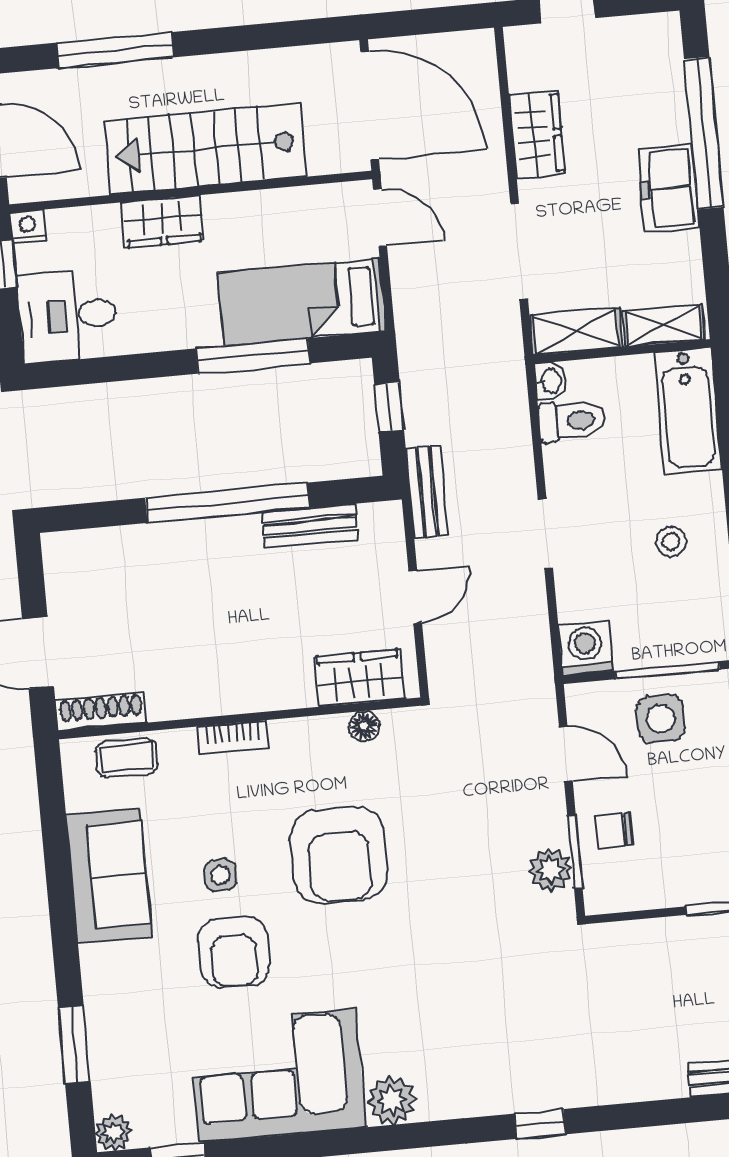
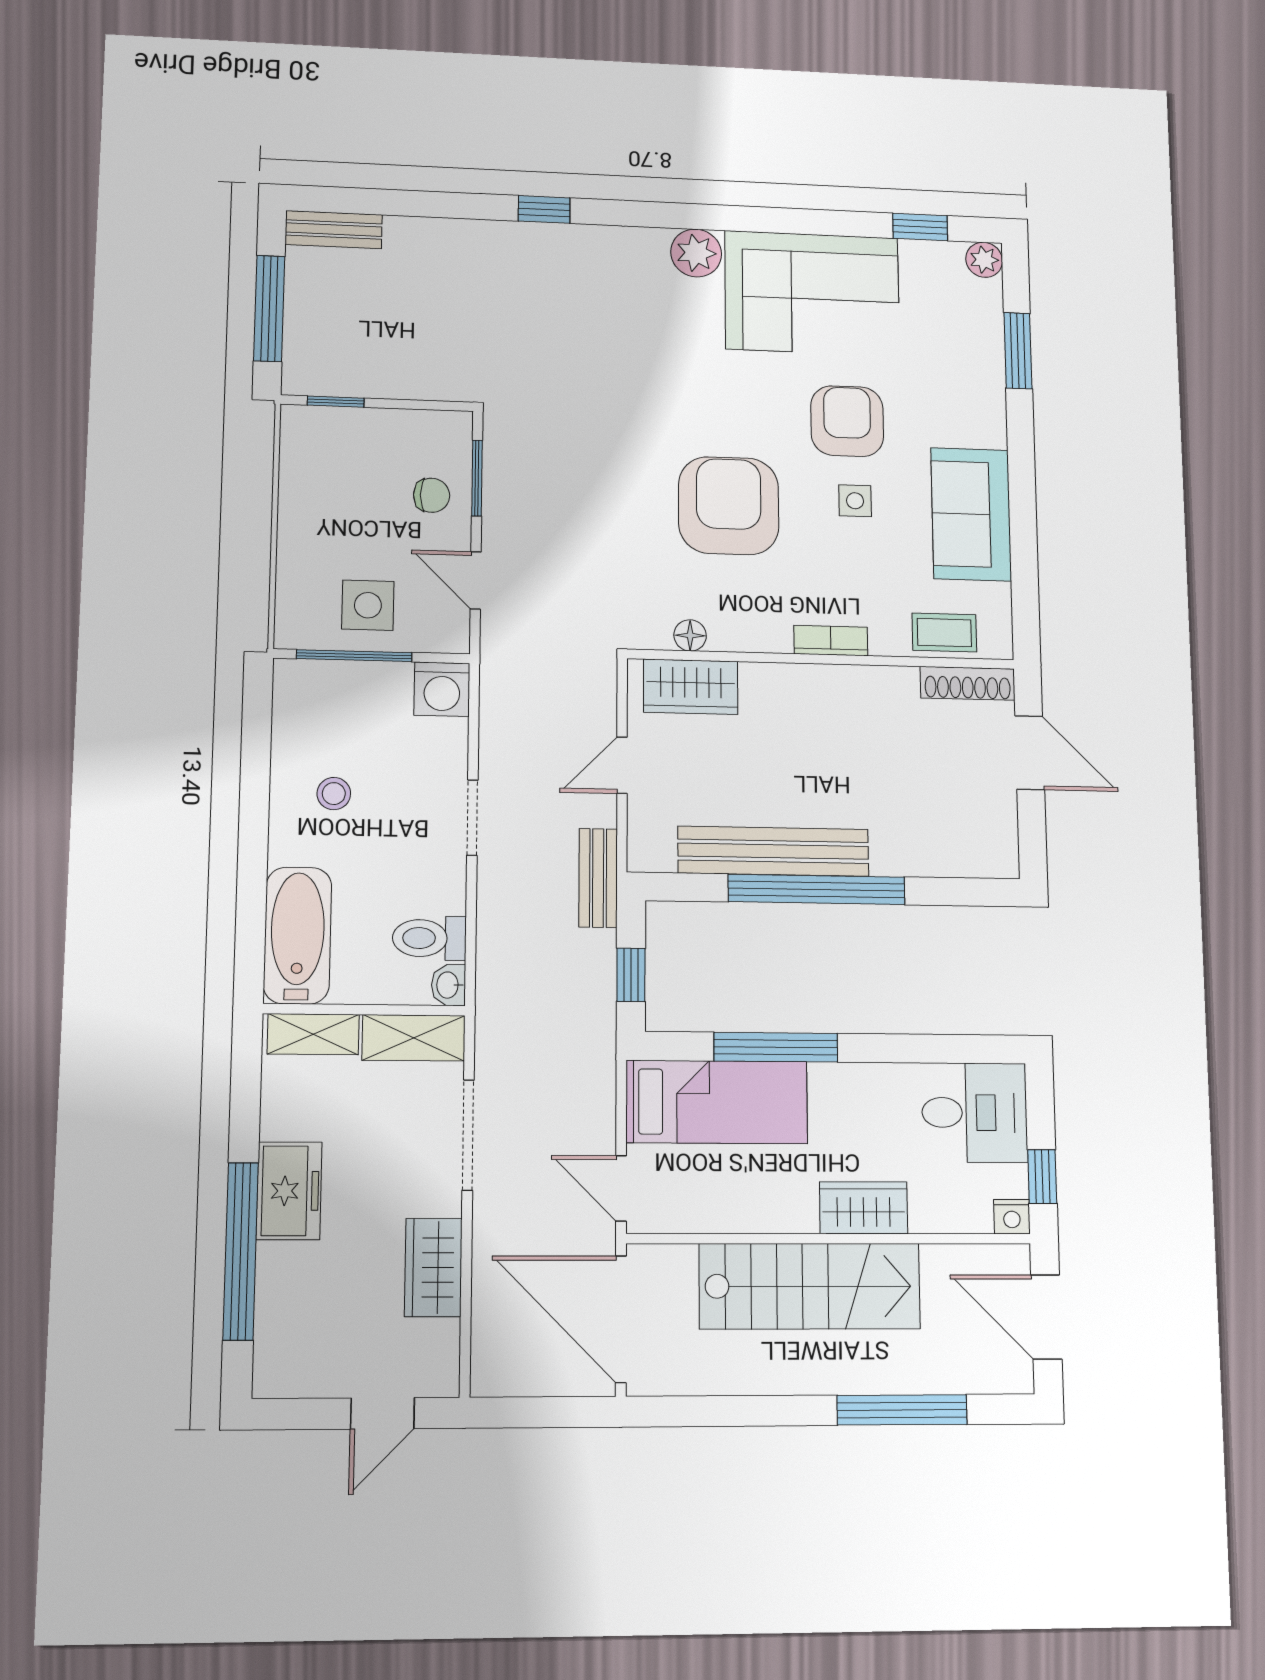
bench: (310, 526) -> (773, 851), width x1.86, depth x1.21
plant: (551, 870) -> (505, 462), removed

